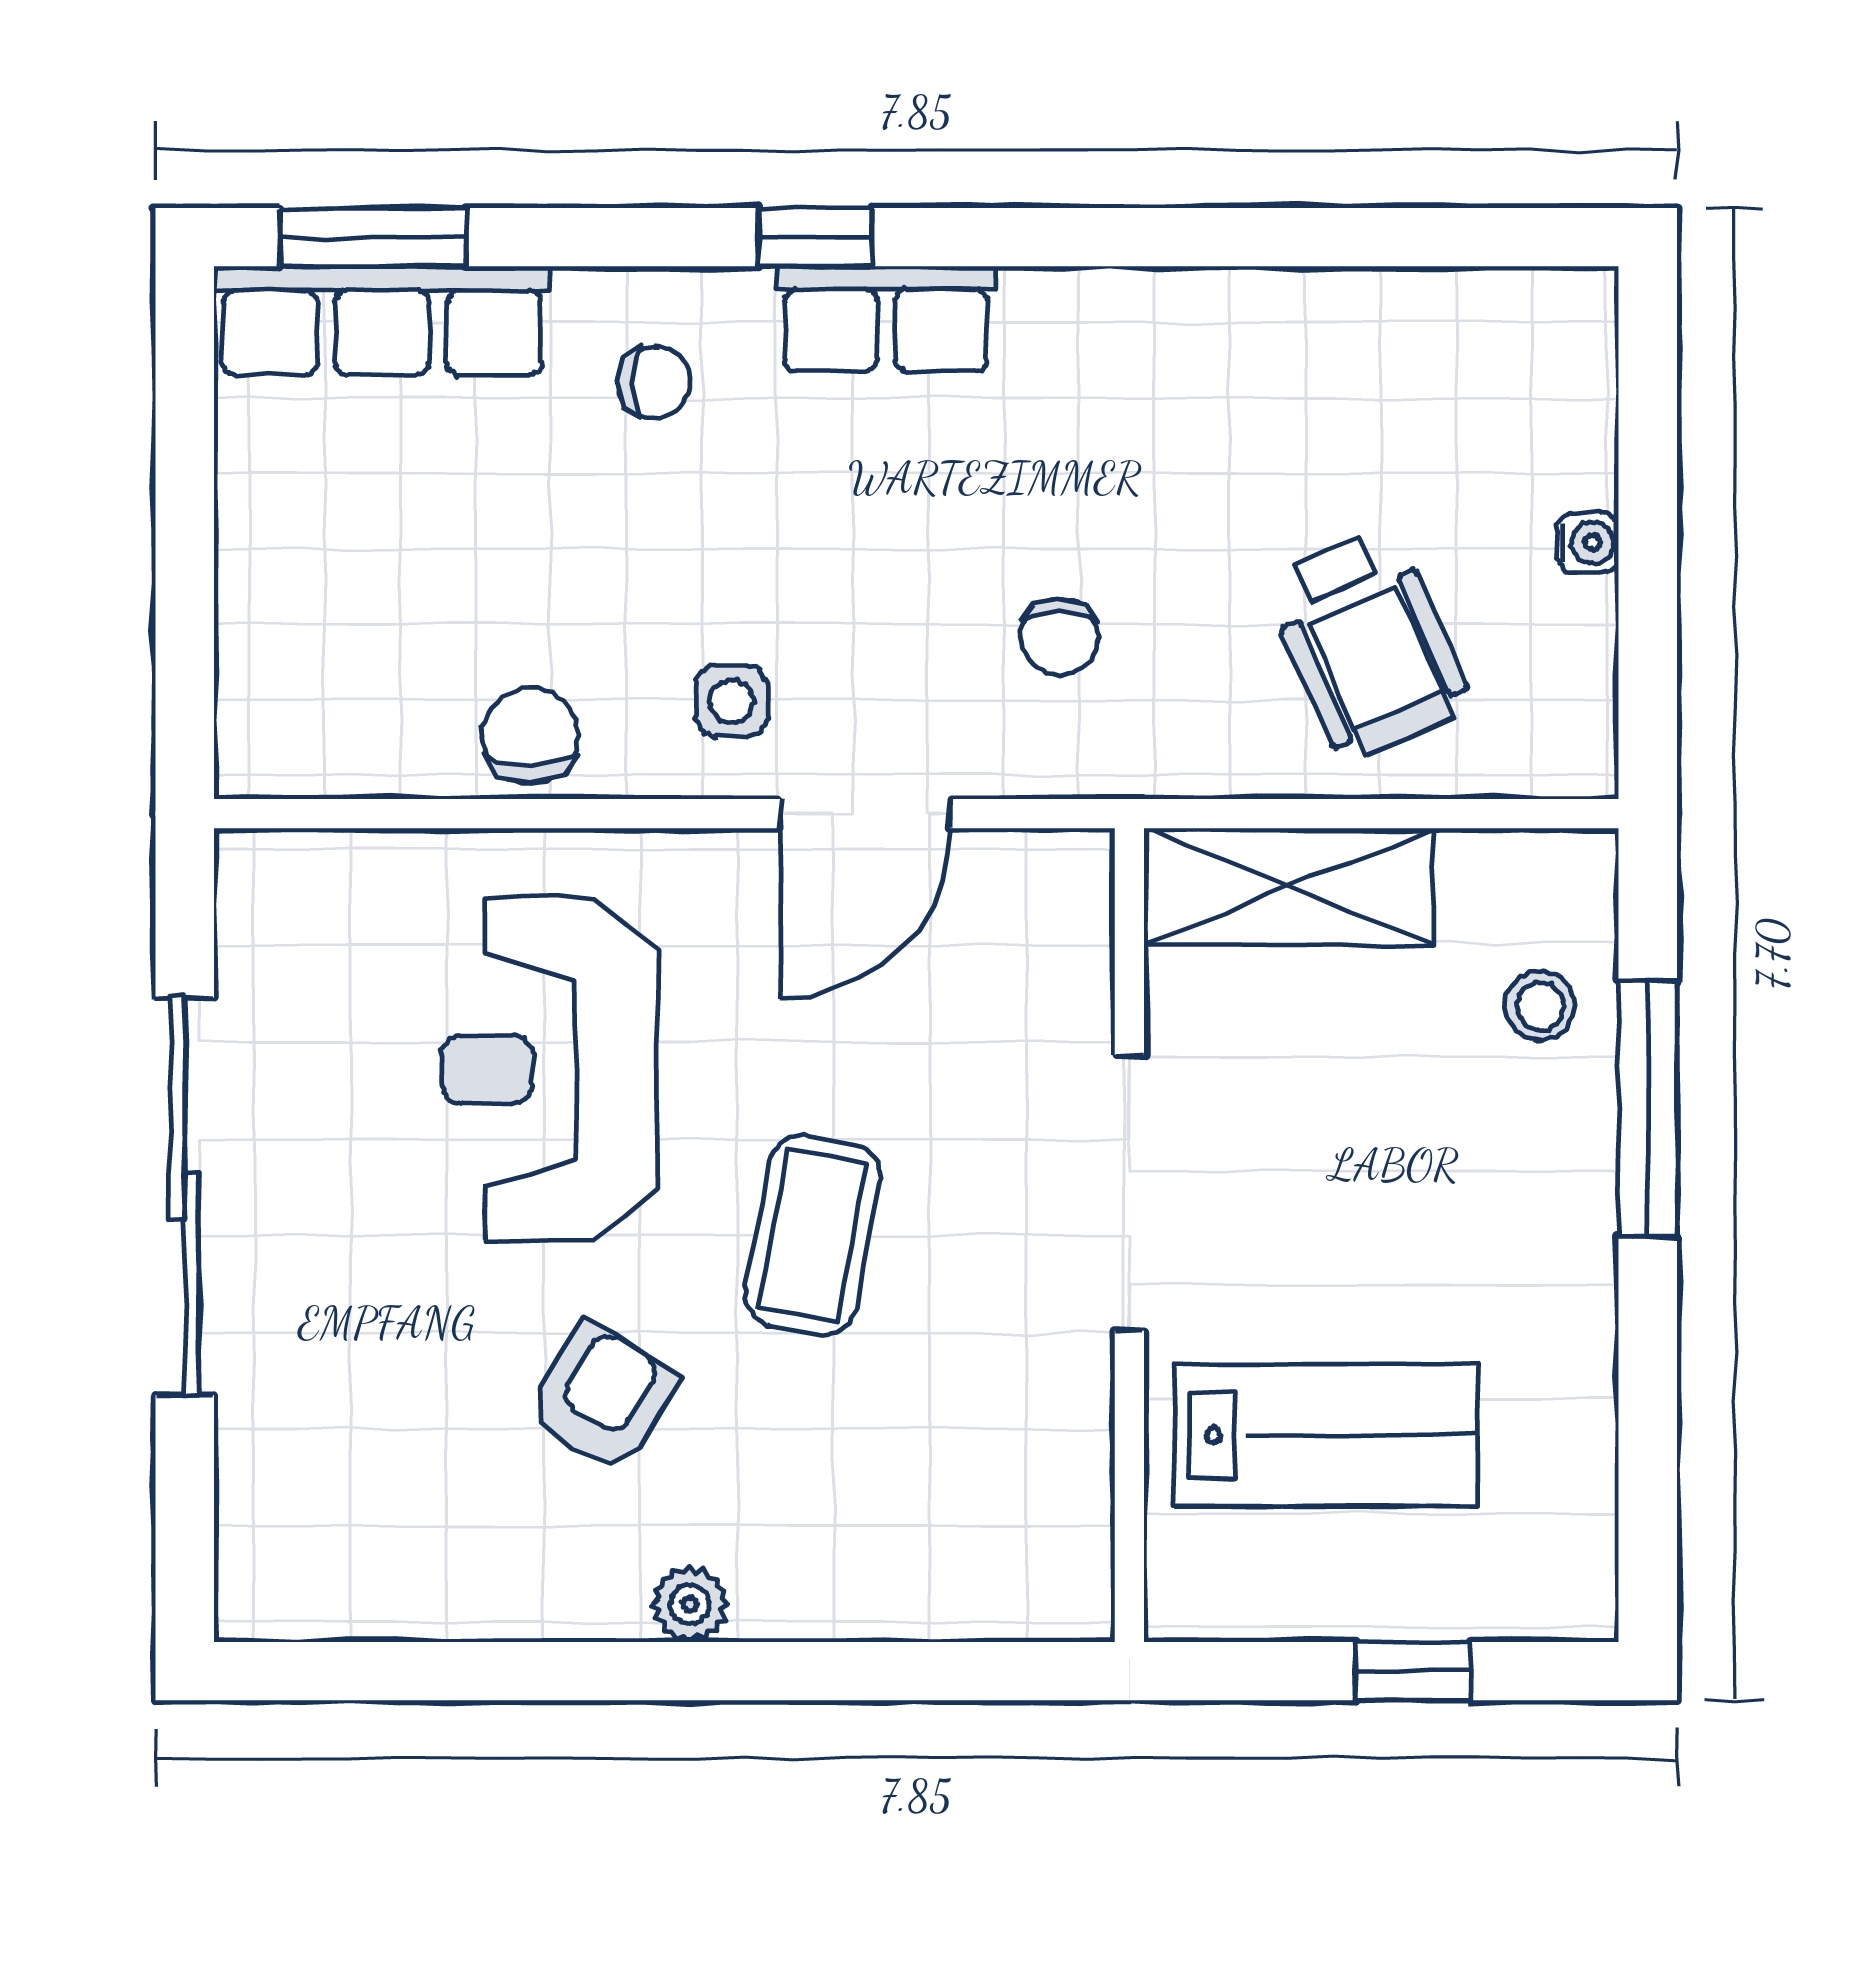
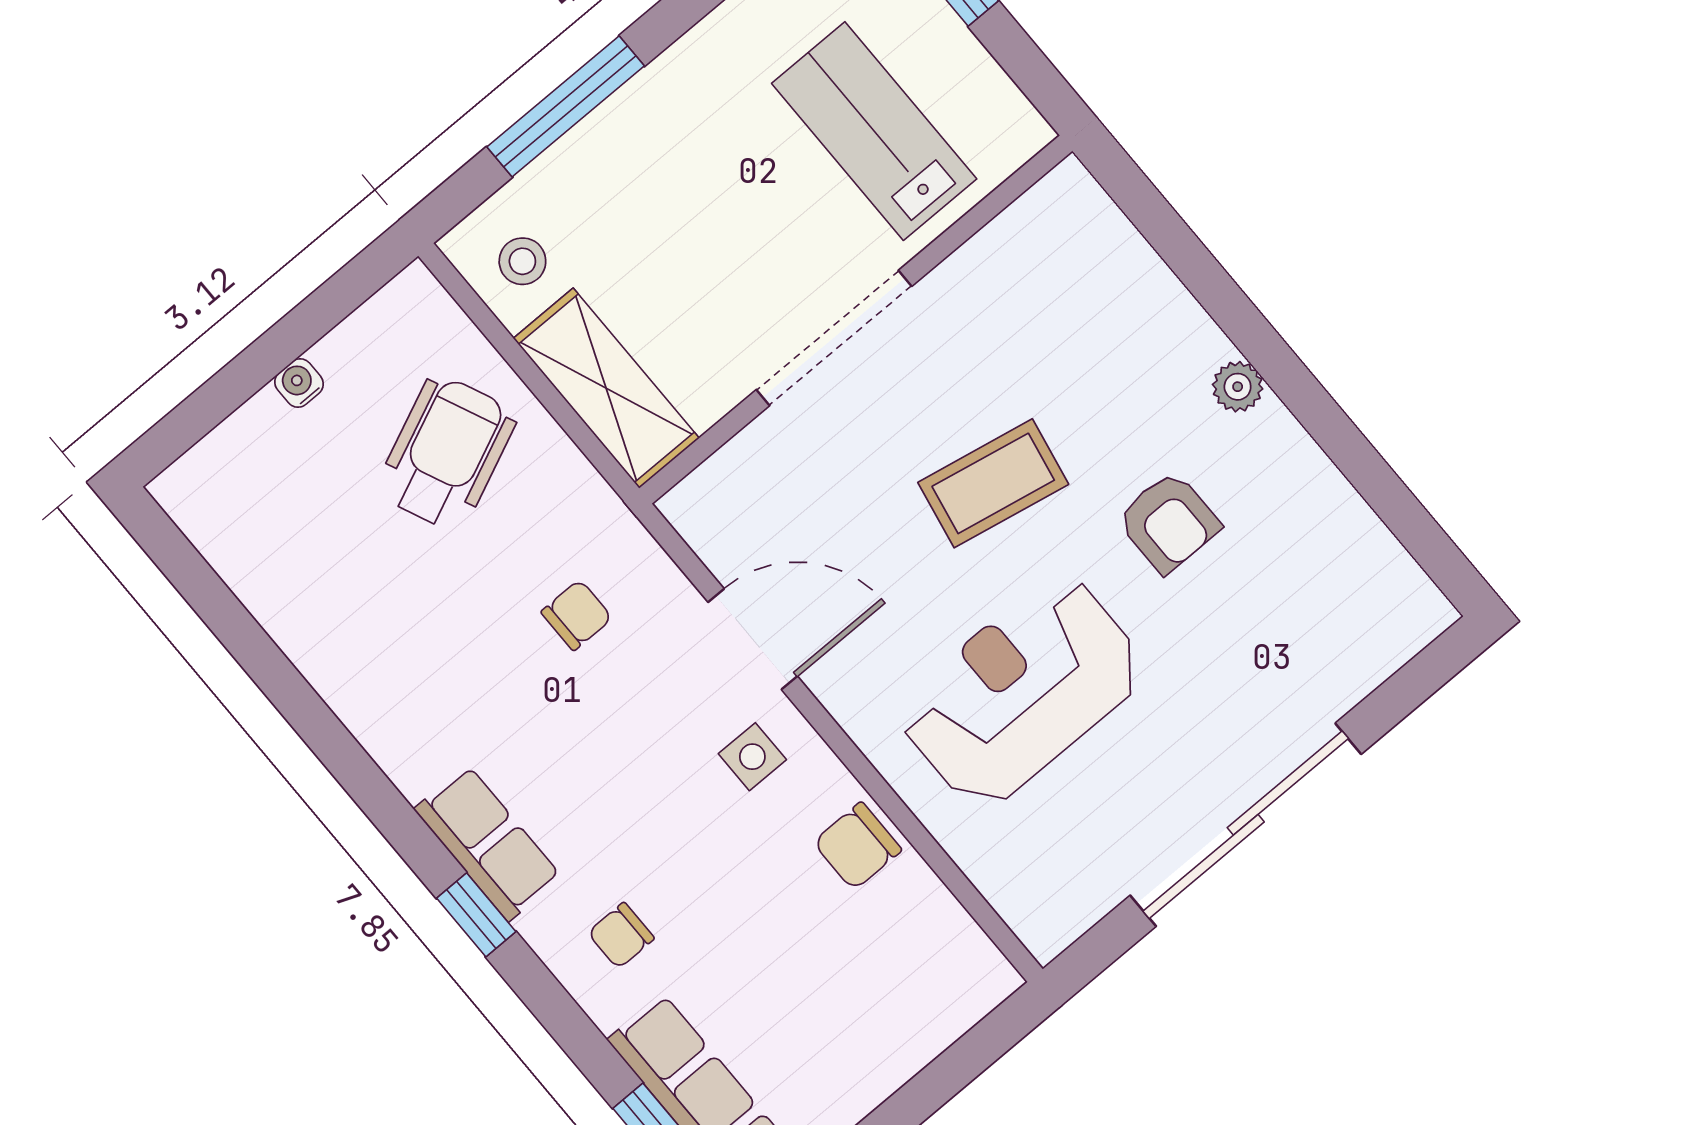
chair: (654, 382) -> (621, 935), turned -90
stool: (1540, 1006) -> (522, 261), moved
reception desk: (550, 1069) -> (1022, 691), turned 180
armchair: (602, 1397) -> (1169, 522), turned -121

